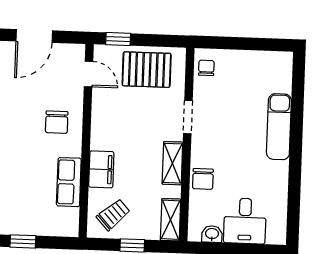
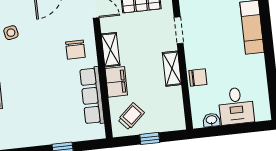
chair: (203, 179) -> (198, 77), turned -90
row of seats: (69, 182) -> (92, 96), width x1.48
shelving: (171, 220) -> (111, 50), moved

